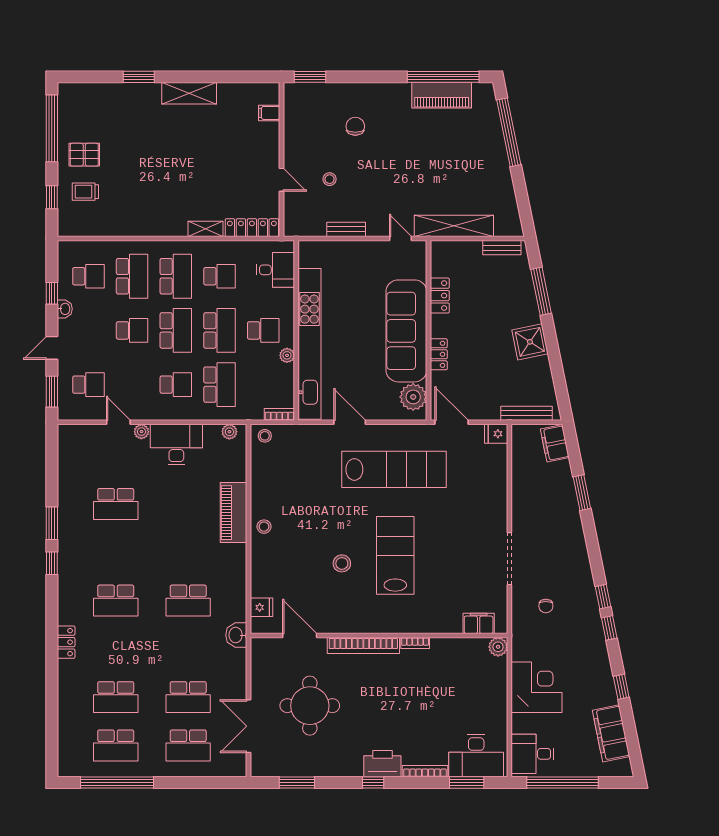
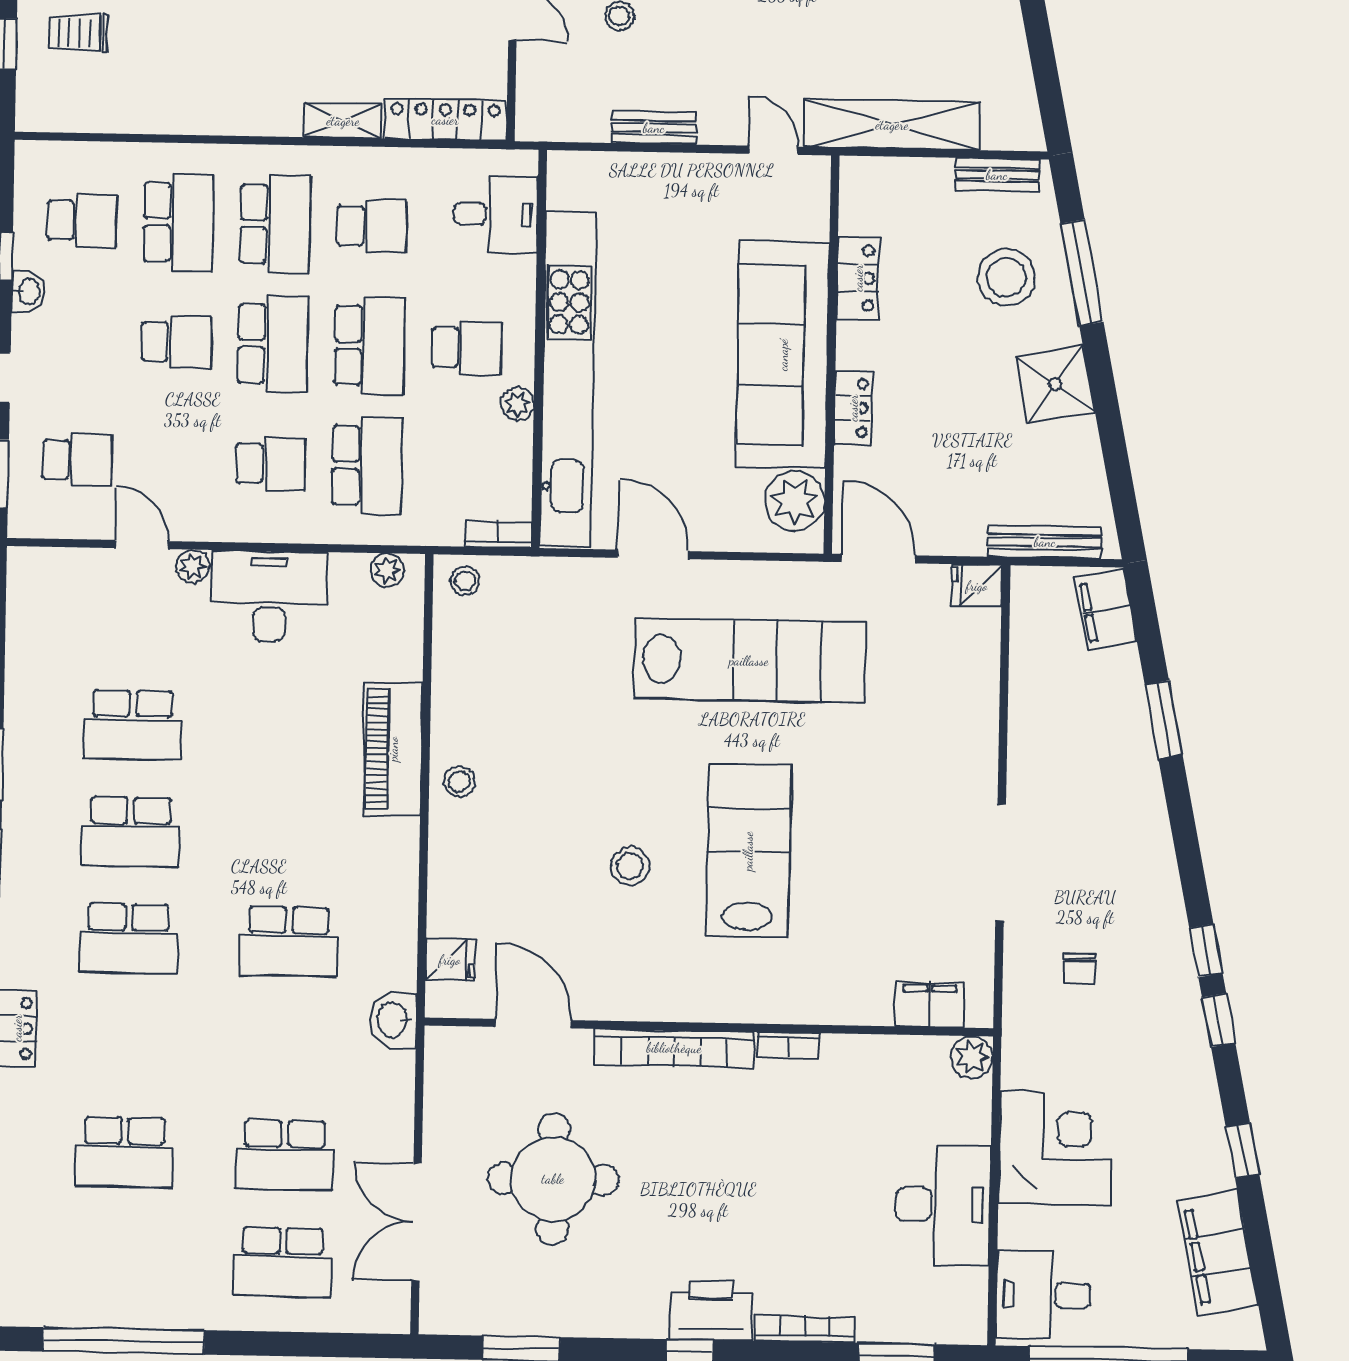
stool: (507, 294) -> (1006, 277), added
school desk: (116, 745) -> (130, 832), moved
desk: (476, 756) -> (943, 1205), moved, turned -90

